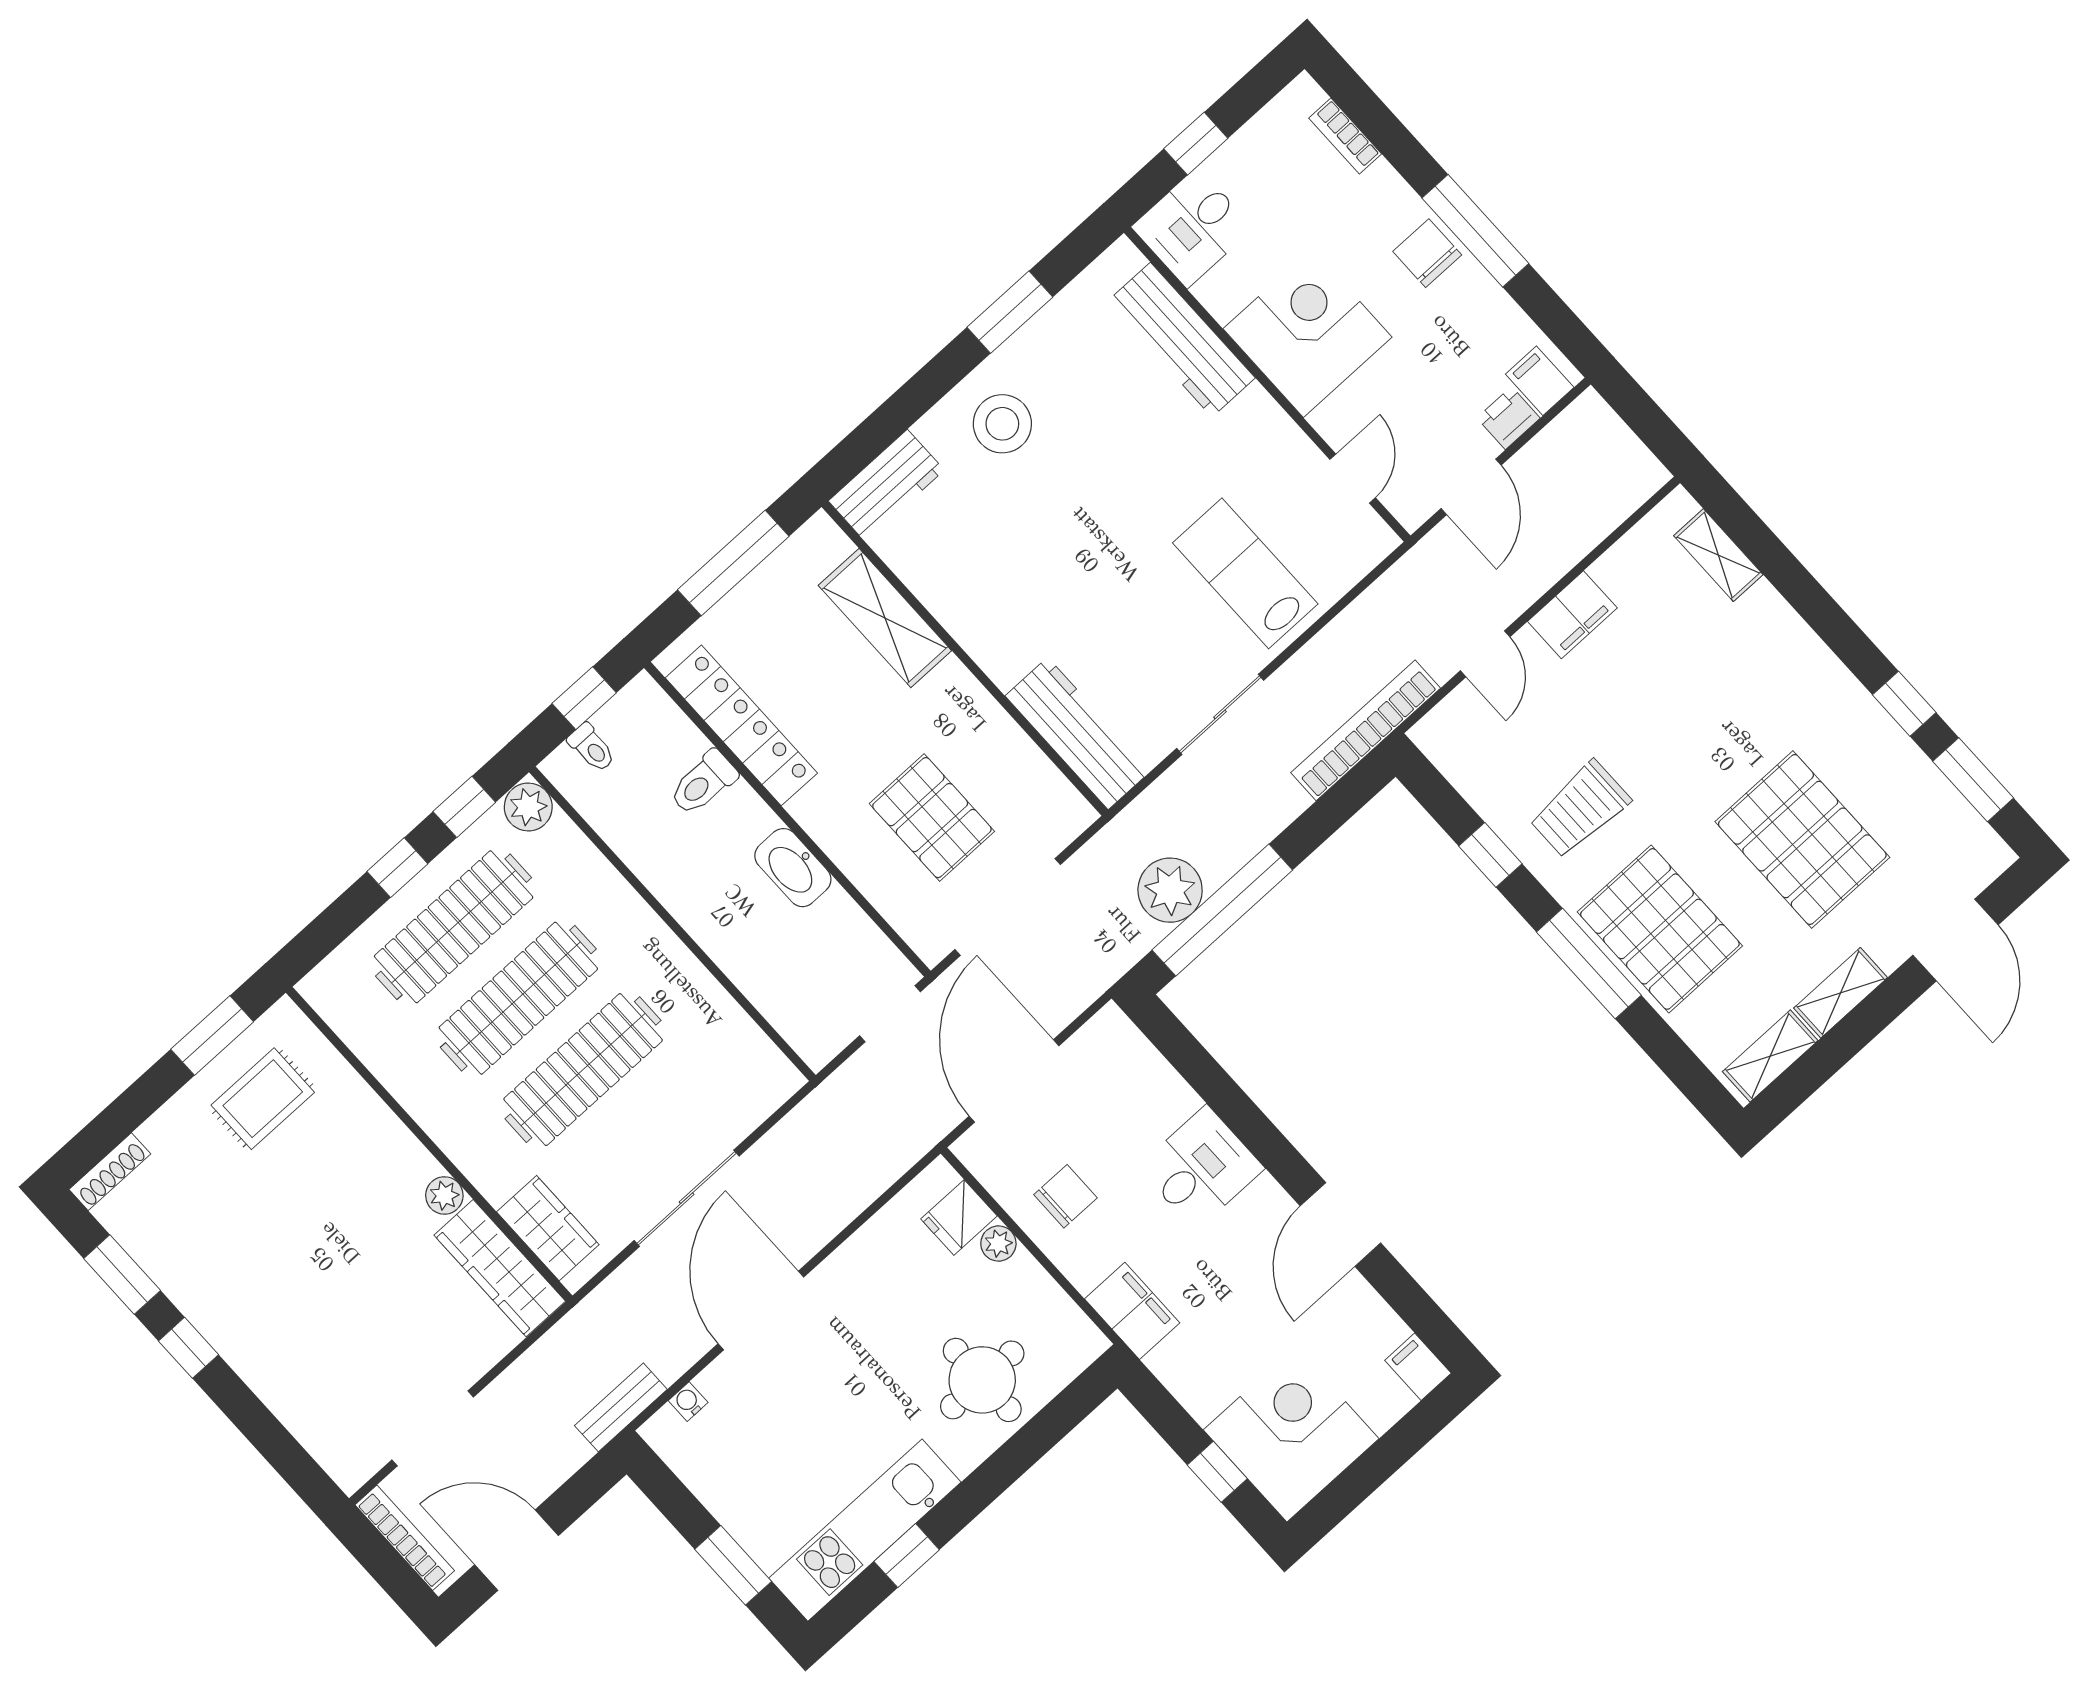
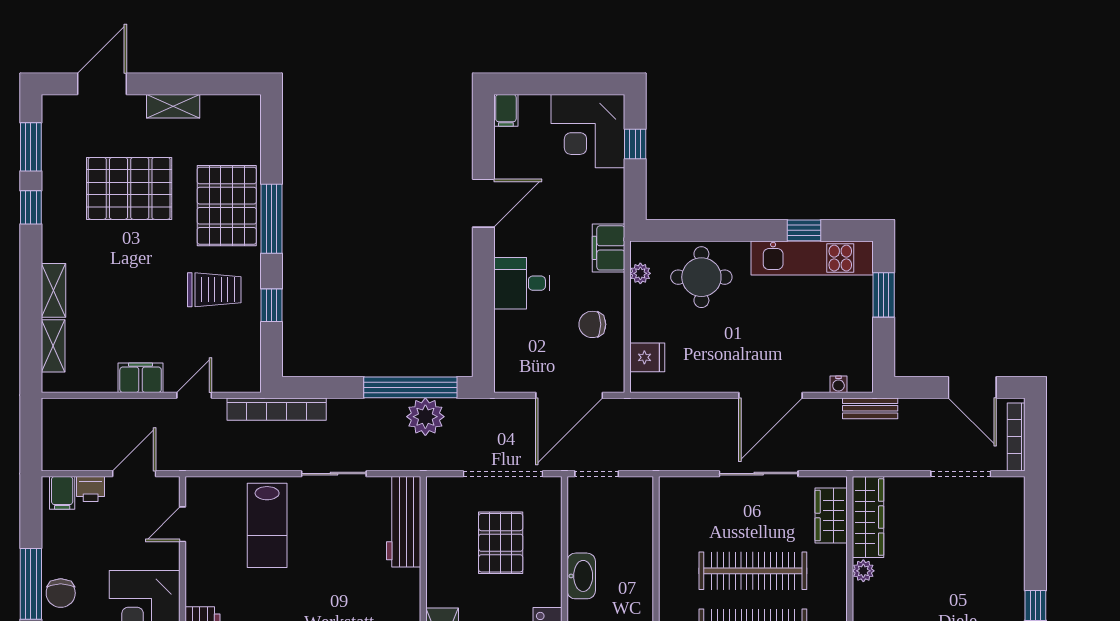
pallet: (1802, 840) -> (129, 188), turned 90
shelving: (1770, 1056) -> (53, 290), moved, turned 90
plant: (998, 1243) -> (640, 273), moved

